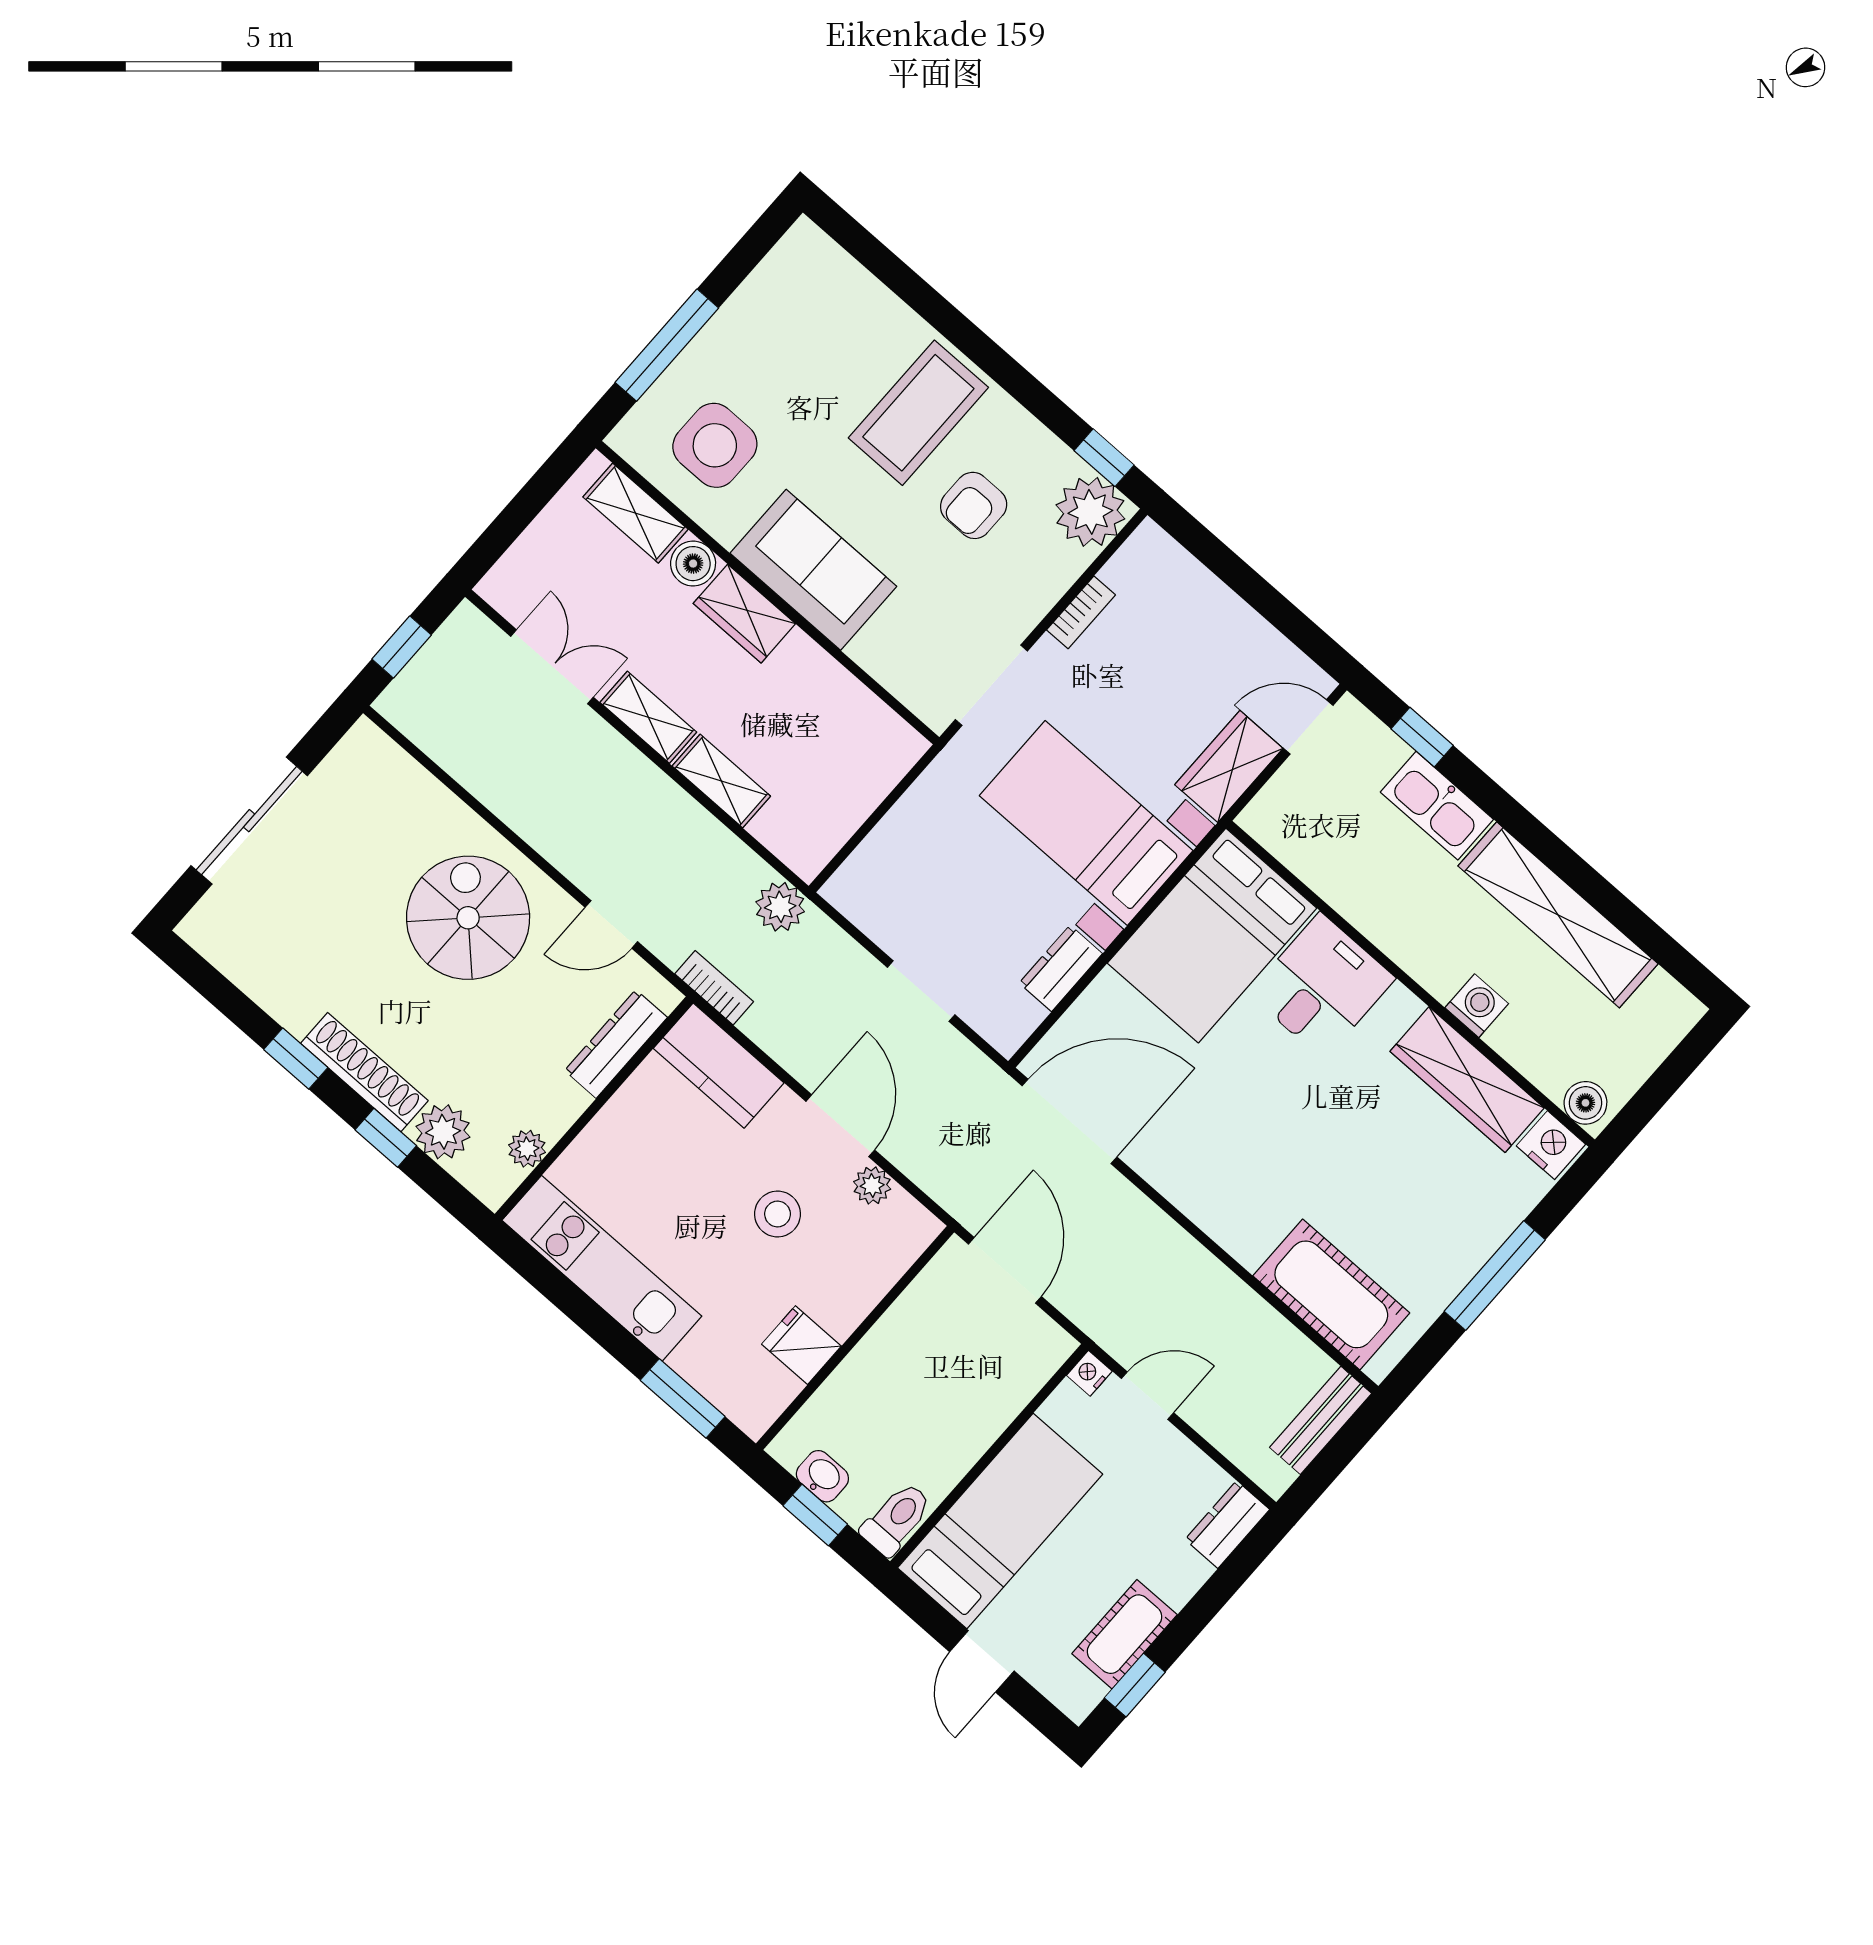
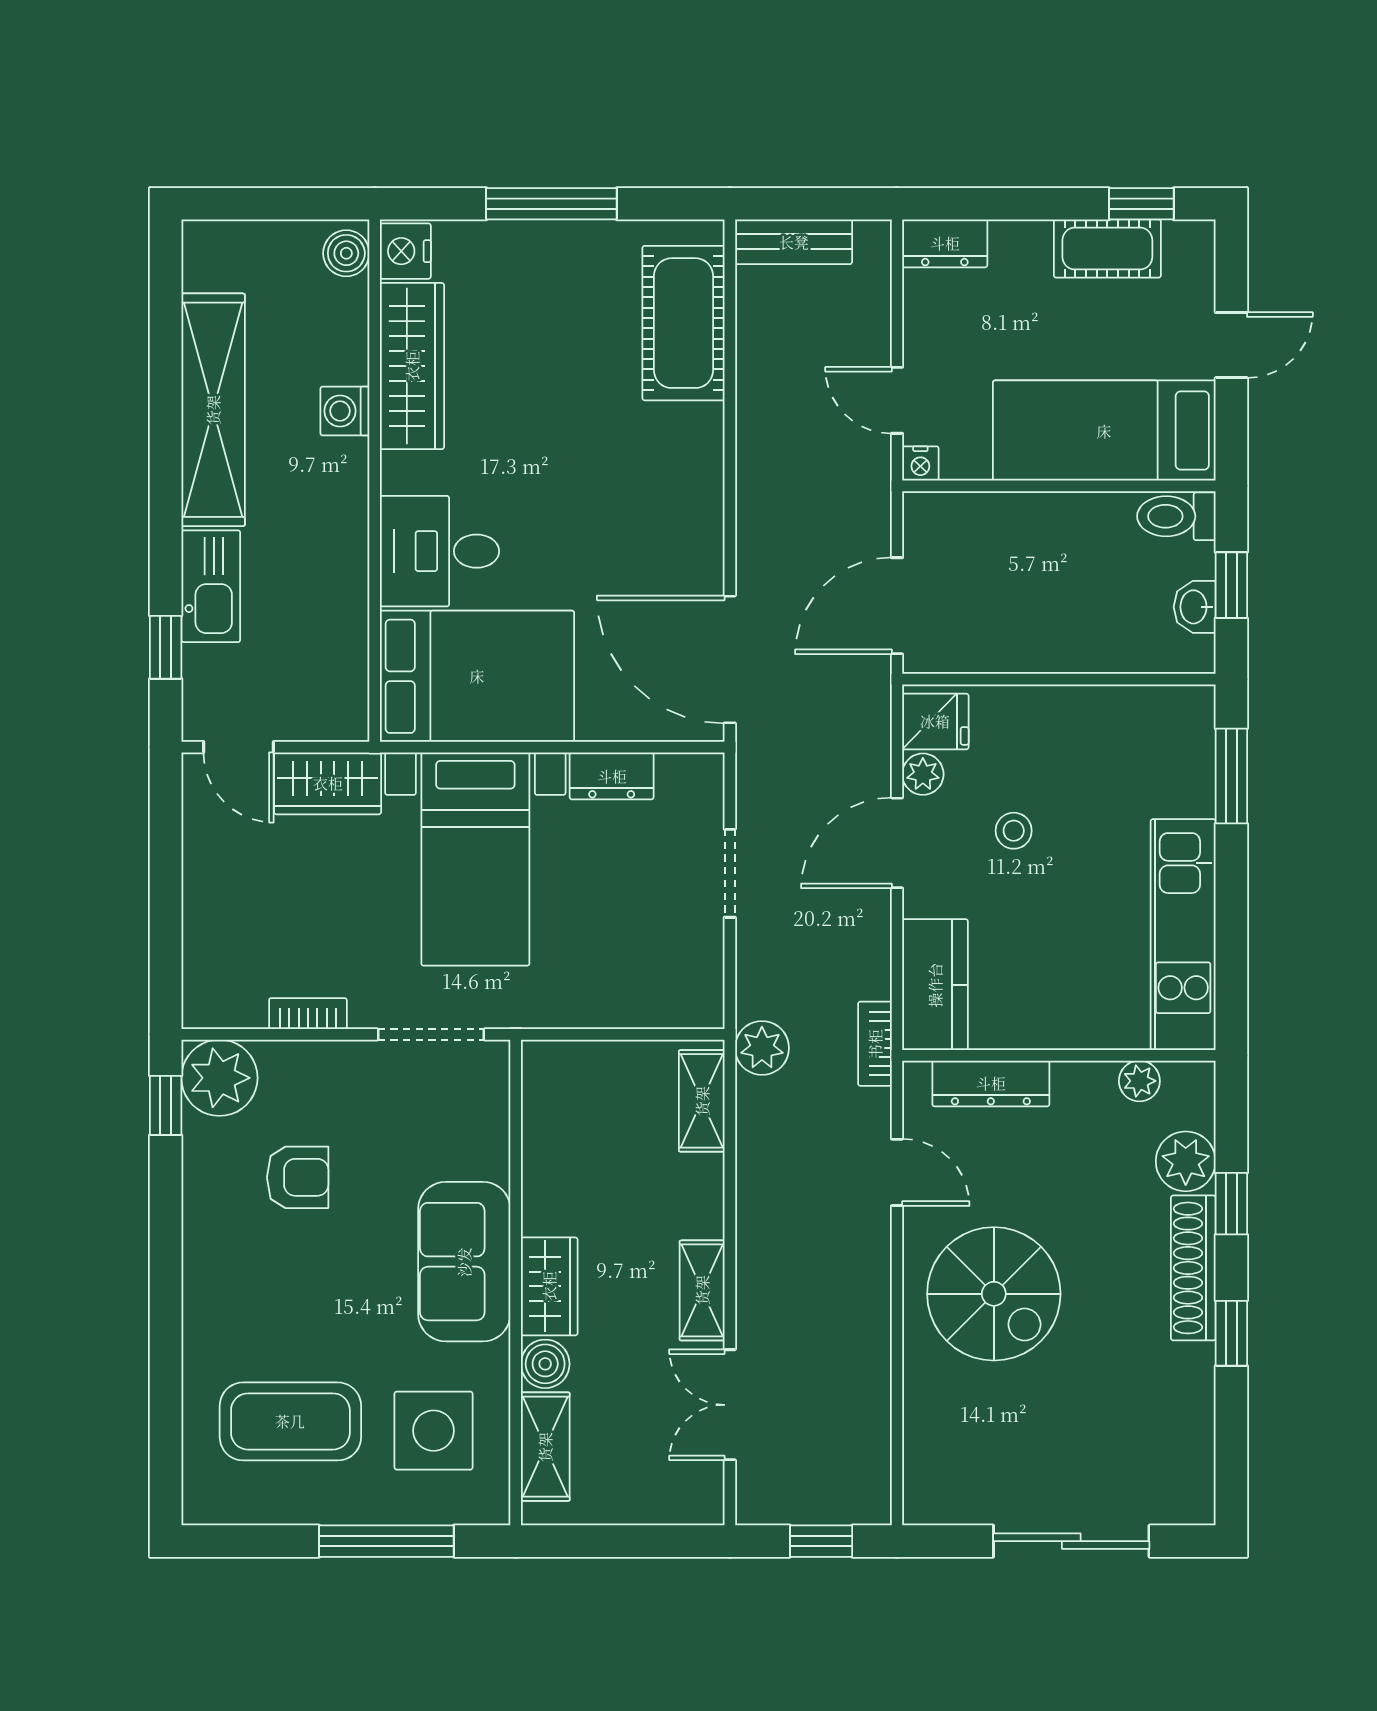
coffee table: (918, 413) -> (290, 1421), moved
shelving: (721, 781) -> (702, 1101), moved
spiral stairs: (468, 918) -> (994, 1294), turned -90
stool: (778, 1214) -> (1014, 831), width x0.73, depth x0.73
fridge: (801, 1345) -> (935, 721), moved, turned -90

